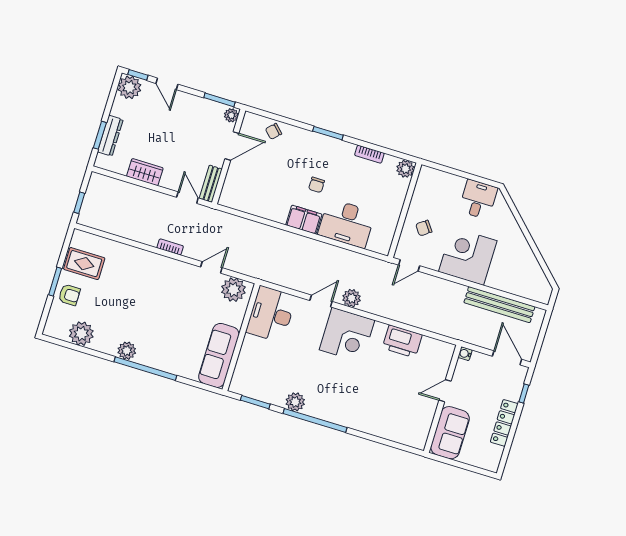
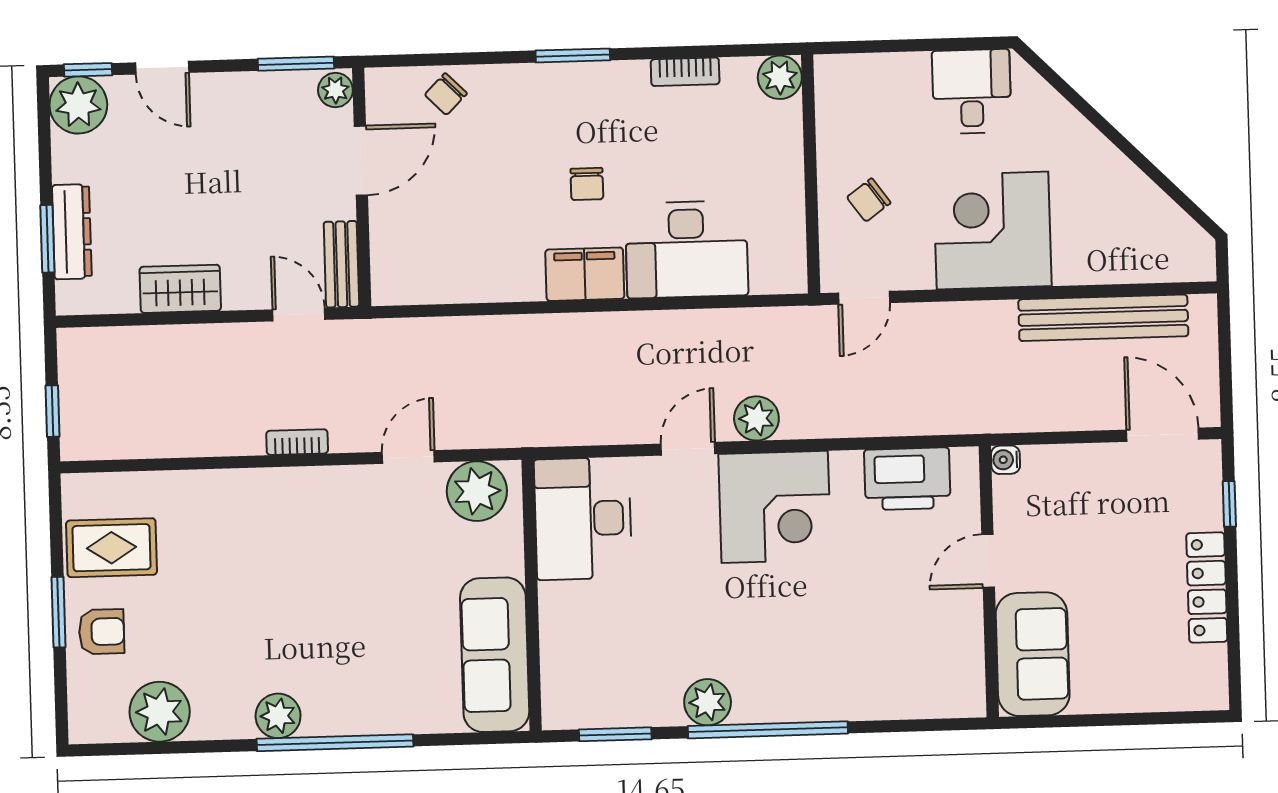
water cooler: (465, 354) -> (1005, 460), moved
door: (445, 391) -> (988, 561), moved
wall: (442, 399) -> (989, 582), moved
sofa: (450, 433) -> (1033, 654), moved

